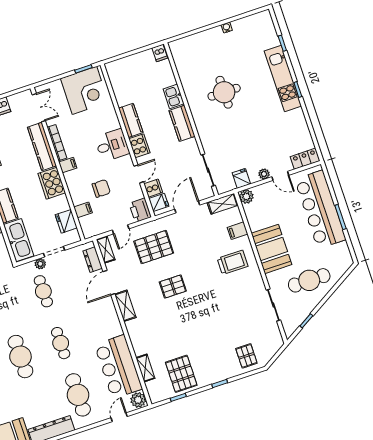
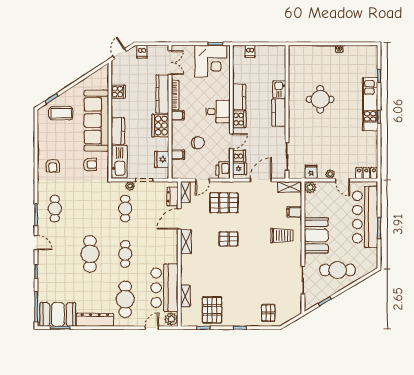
dishwasher: (160, 53) -> (250, 51), moved

